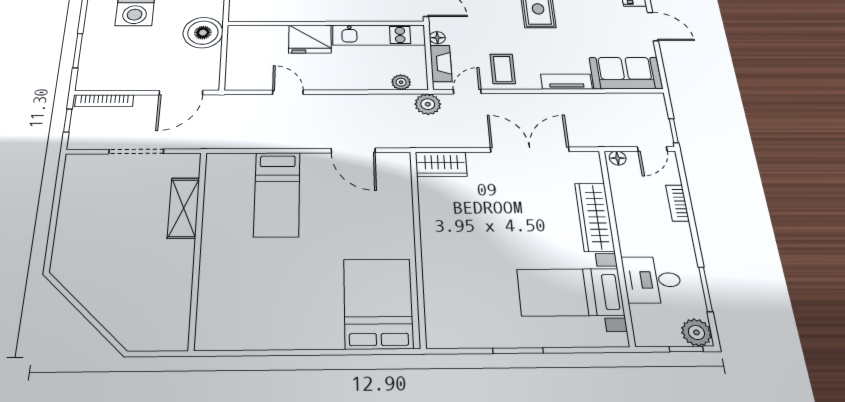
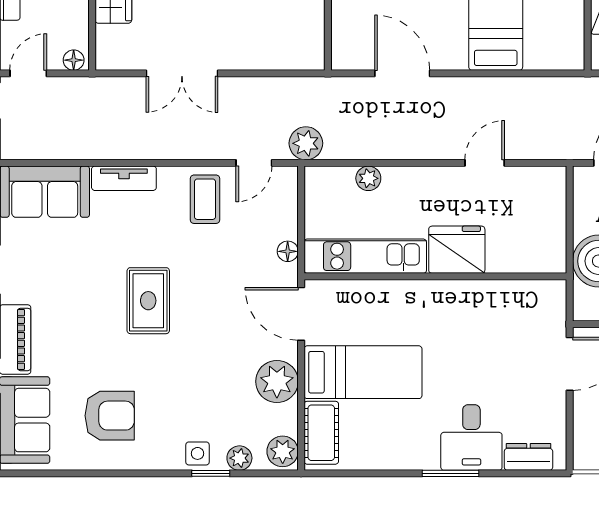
fireplace: (441, 63) -> (285, 209), removed
plant: (401, 82) -> (368, 178), moved
door: (288, 92) -> (485, 163), swing flipped
double door: (530, 150) -> (182, 73), width x0.73
wardrobe: (441, 164) -> (294, 52), removed

